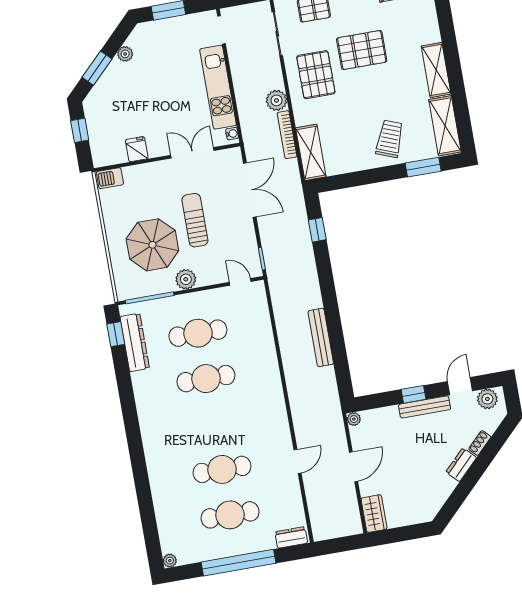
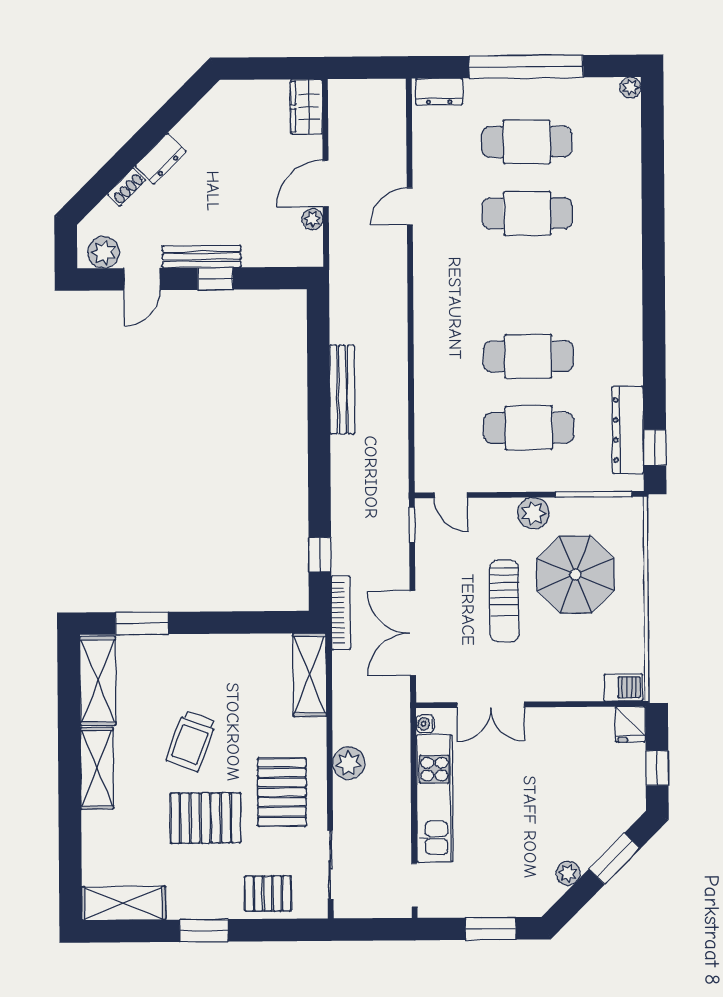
bookcase: (287, 135) -> (341, 613), moved
trolley: (390, 139) -> (191, 741), moved
fridge: (137, 149) -> (630, 724), moved
plant: (354, 419) -> (313, 219), moved

